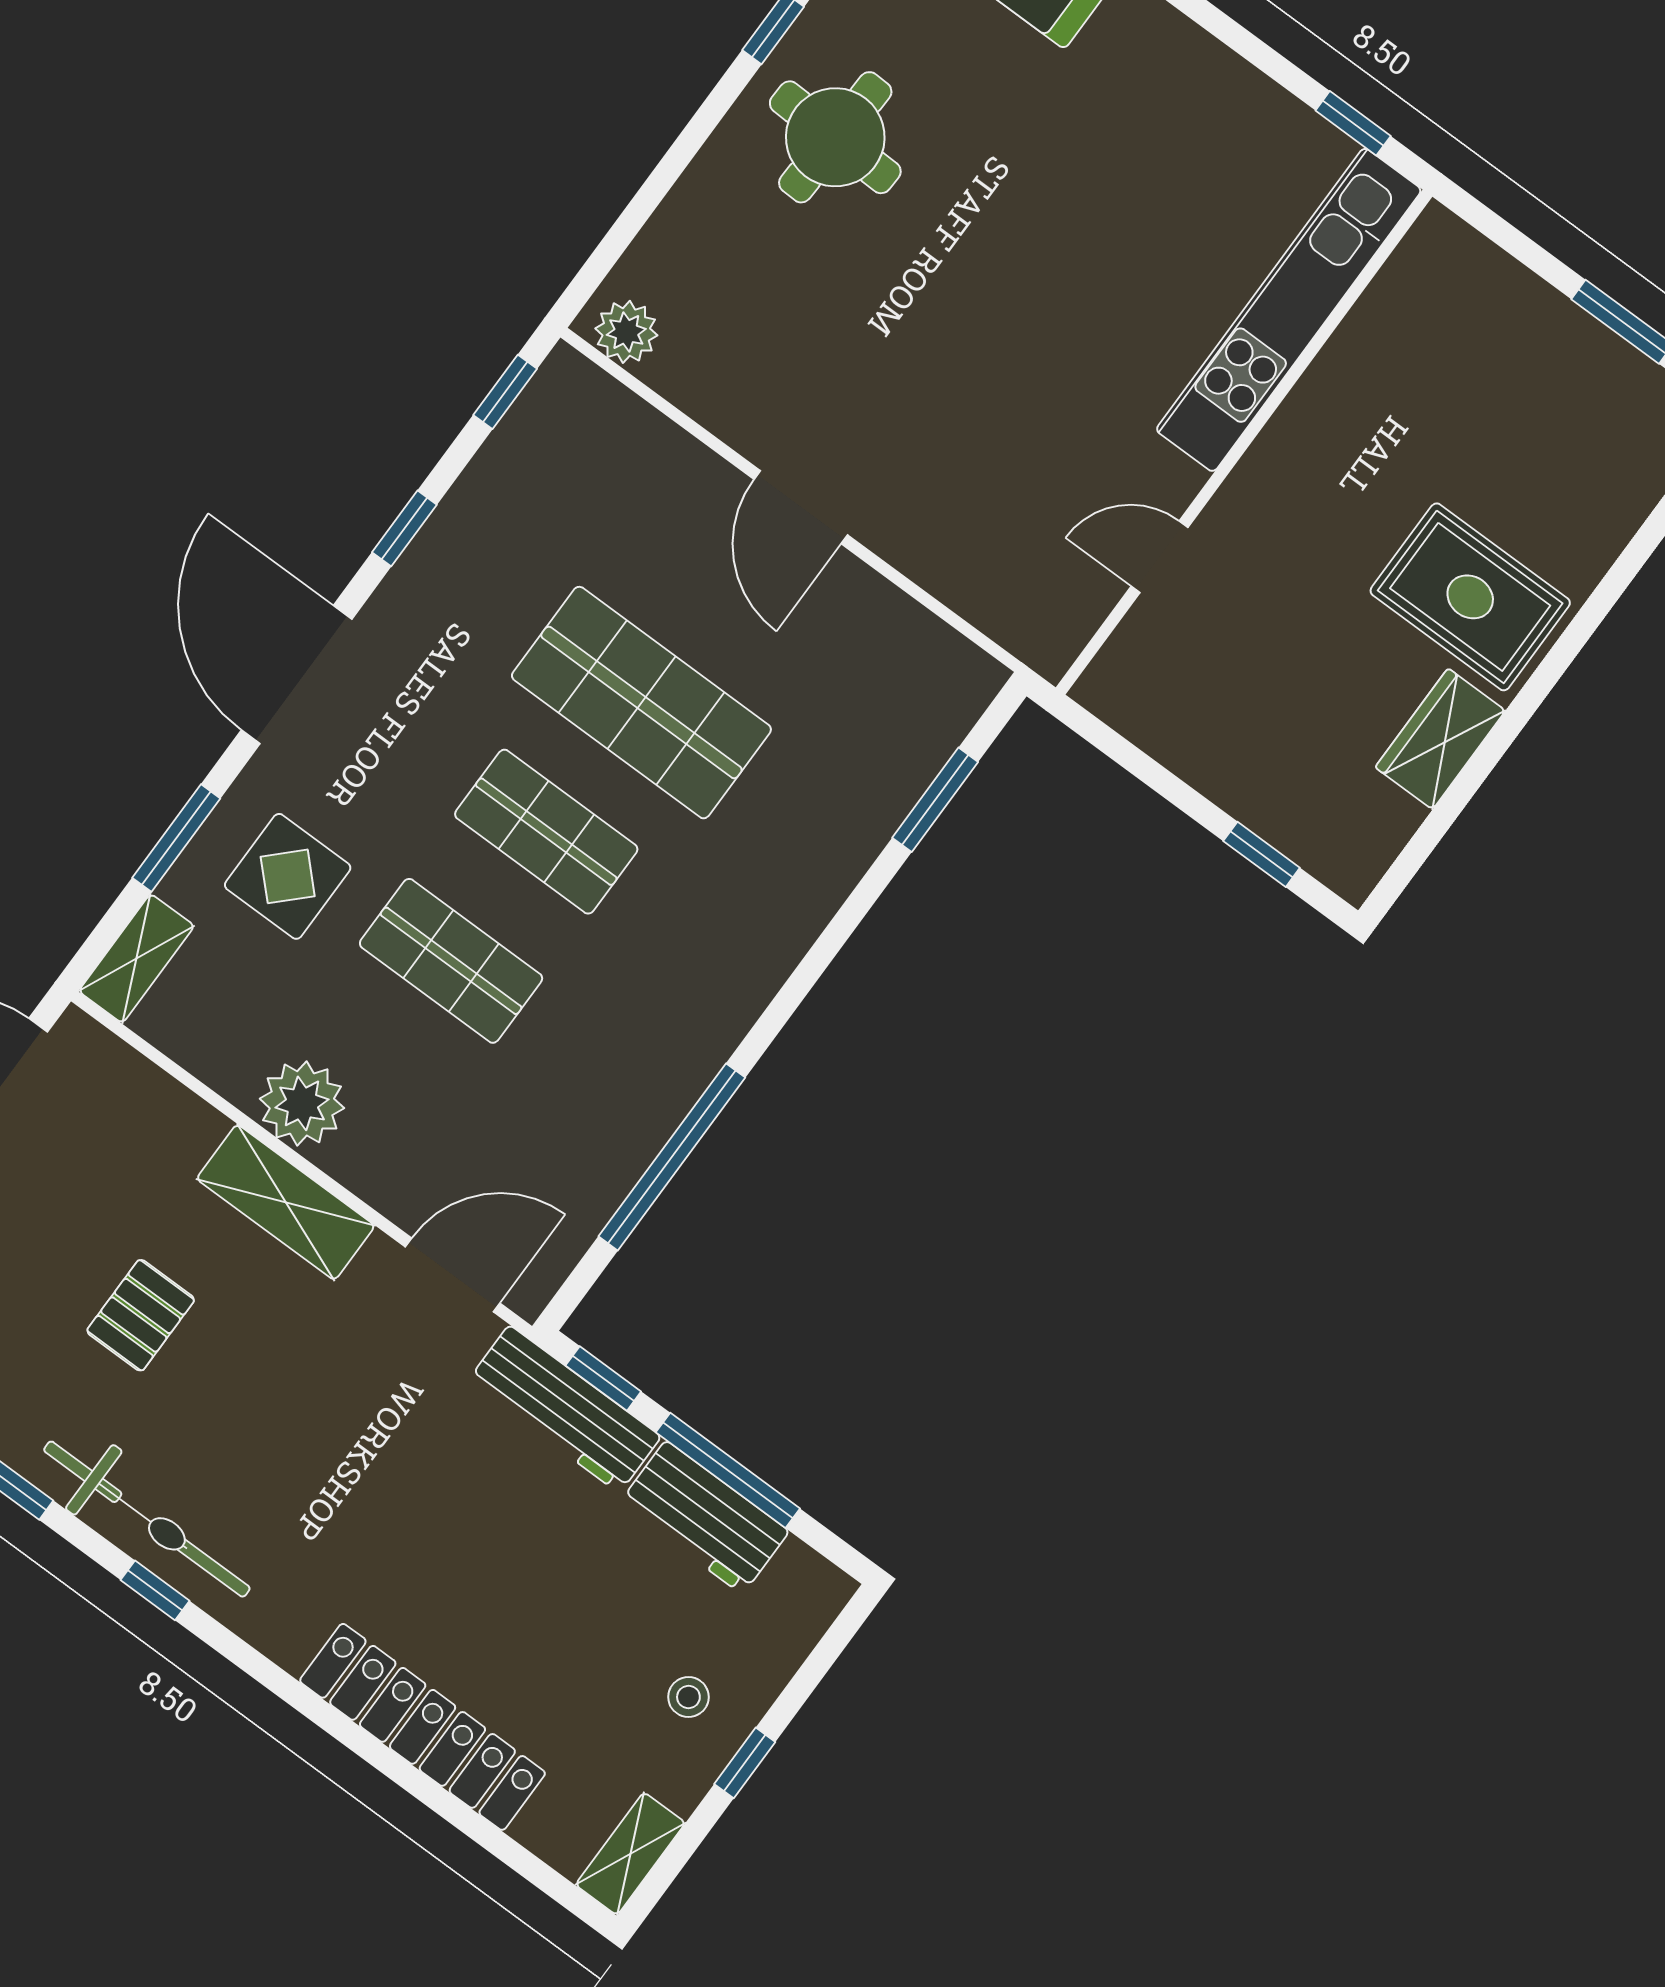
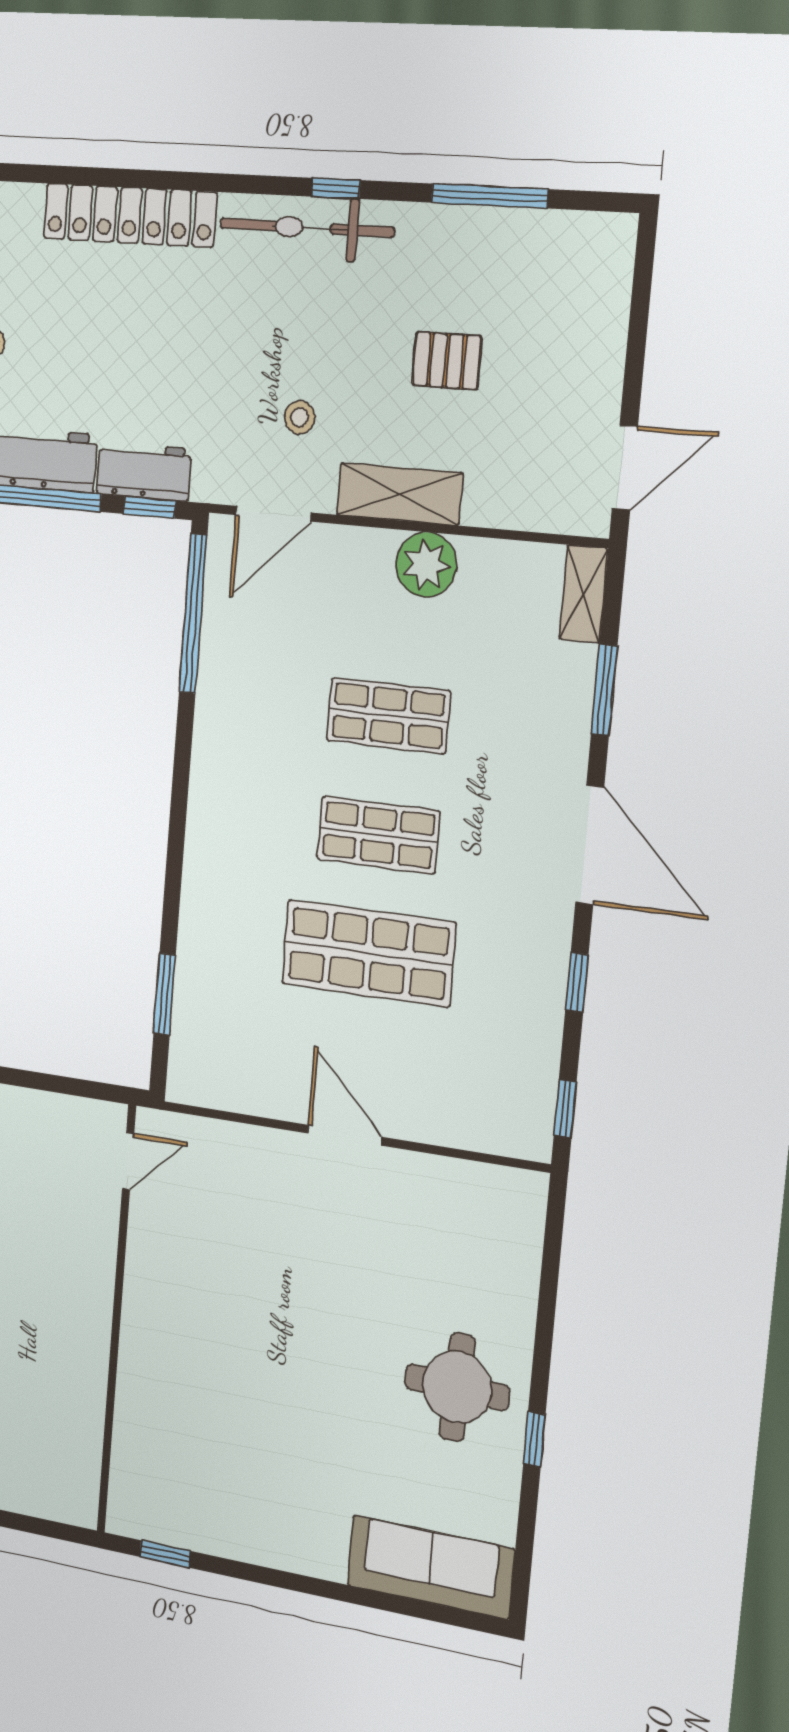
kitchen unit: (1289, 310) -> (137, 1417), removed
plant: (626, 332) -> (513, 1190), removed
door: (1159, 557) -> (128, 1161), moved
display table: (288, 876) -> (519, 708), removed
window: (672, 1157) -> (193, 614), moved
pallet: (141, 1315) -> (447, 361), turned 90
stool: (354, 1364) -> (300, 417), added
workbench: (564, 1409) -> (144, 471), width x0.73
bicycle: (147, 1519) -> (307, 228), moved

